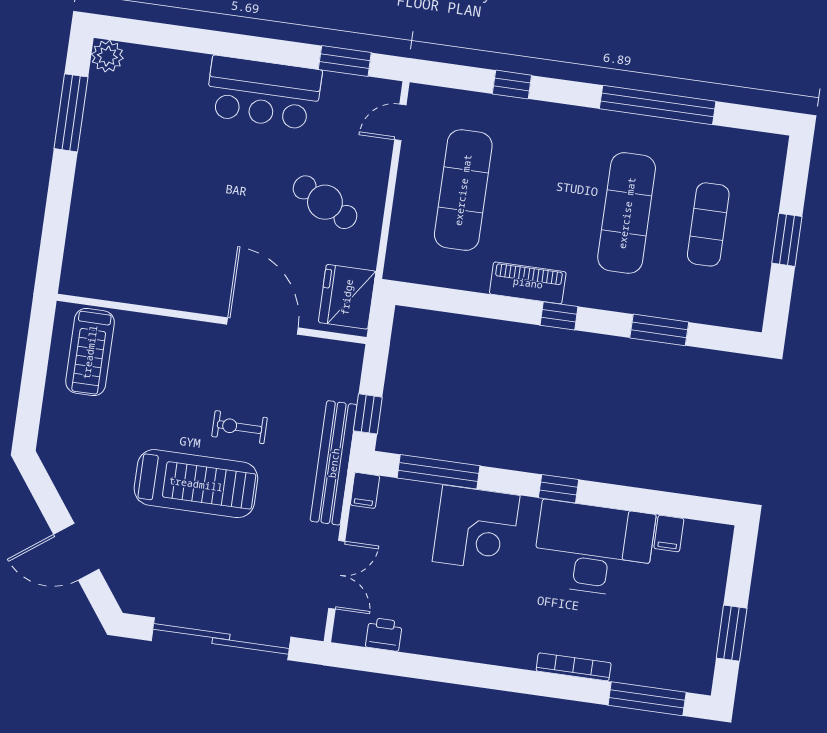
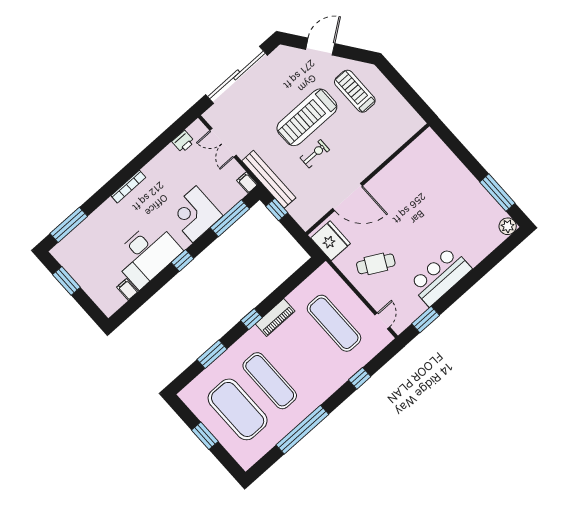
exercise mat: (708, 224) -> (238, 409), width x2.00, depth x1.45
treadmill: (90, 352) -> (355, 91), moved
bookcase: (574, 667) -> (128, 187), moved

